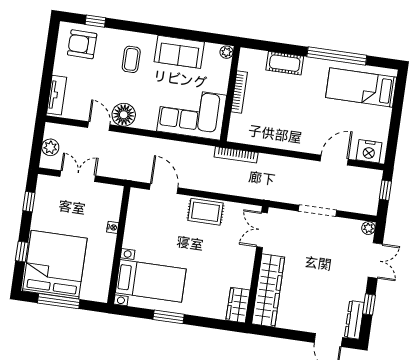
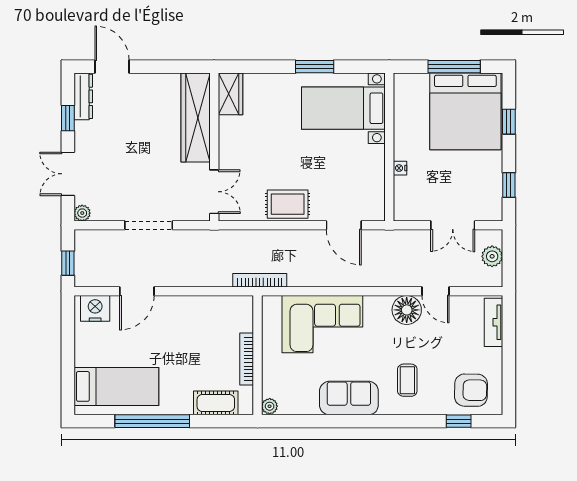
plant: (226, 52) -> (270, 406), moved
bookcase: (239, 92) -> (247, 359), moved
wall: (230, 94) -> (257, 355), moved

